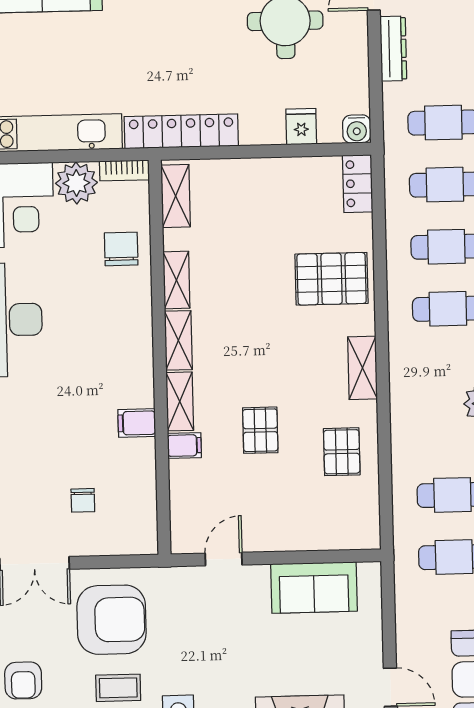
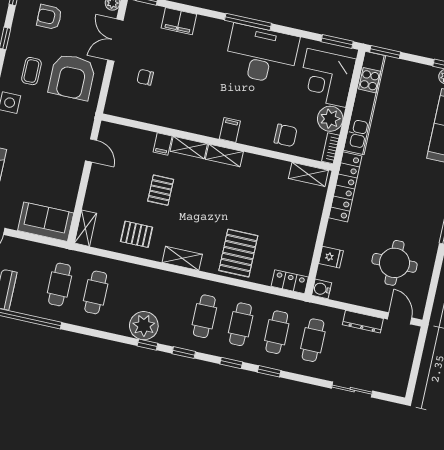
shelving: (176, 280) -> (85, 228), moved, turned 90
filing cabinet: (137, 423) -> (230, 130), moved
pallet: (260, 430) -> (161, 190), turned 90
sofa: (314, 588) -> (46, 222), moved, turned 90

